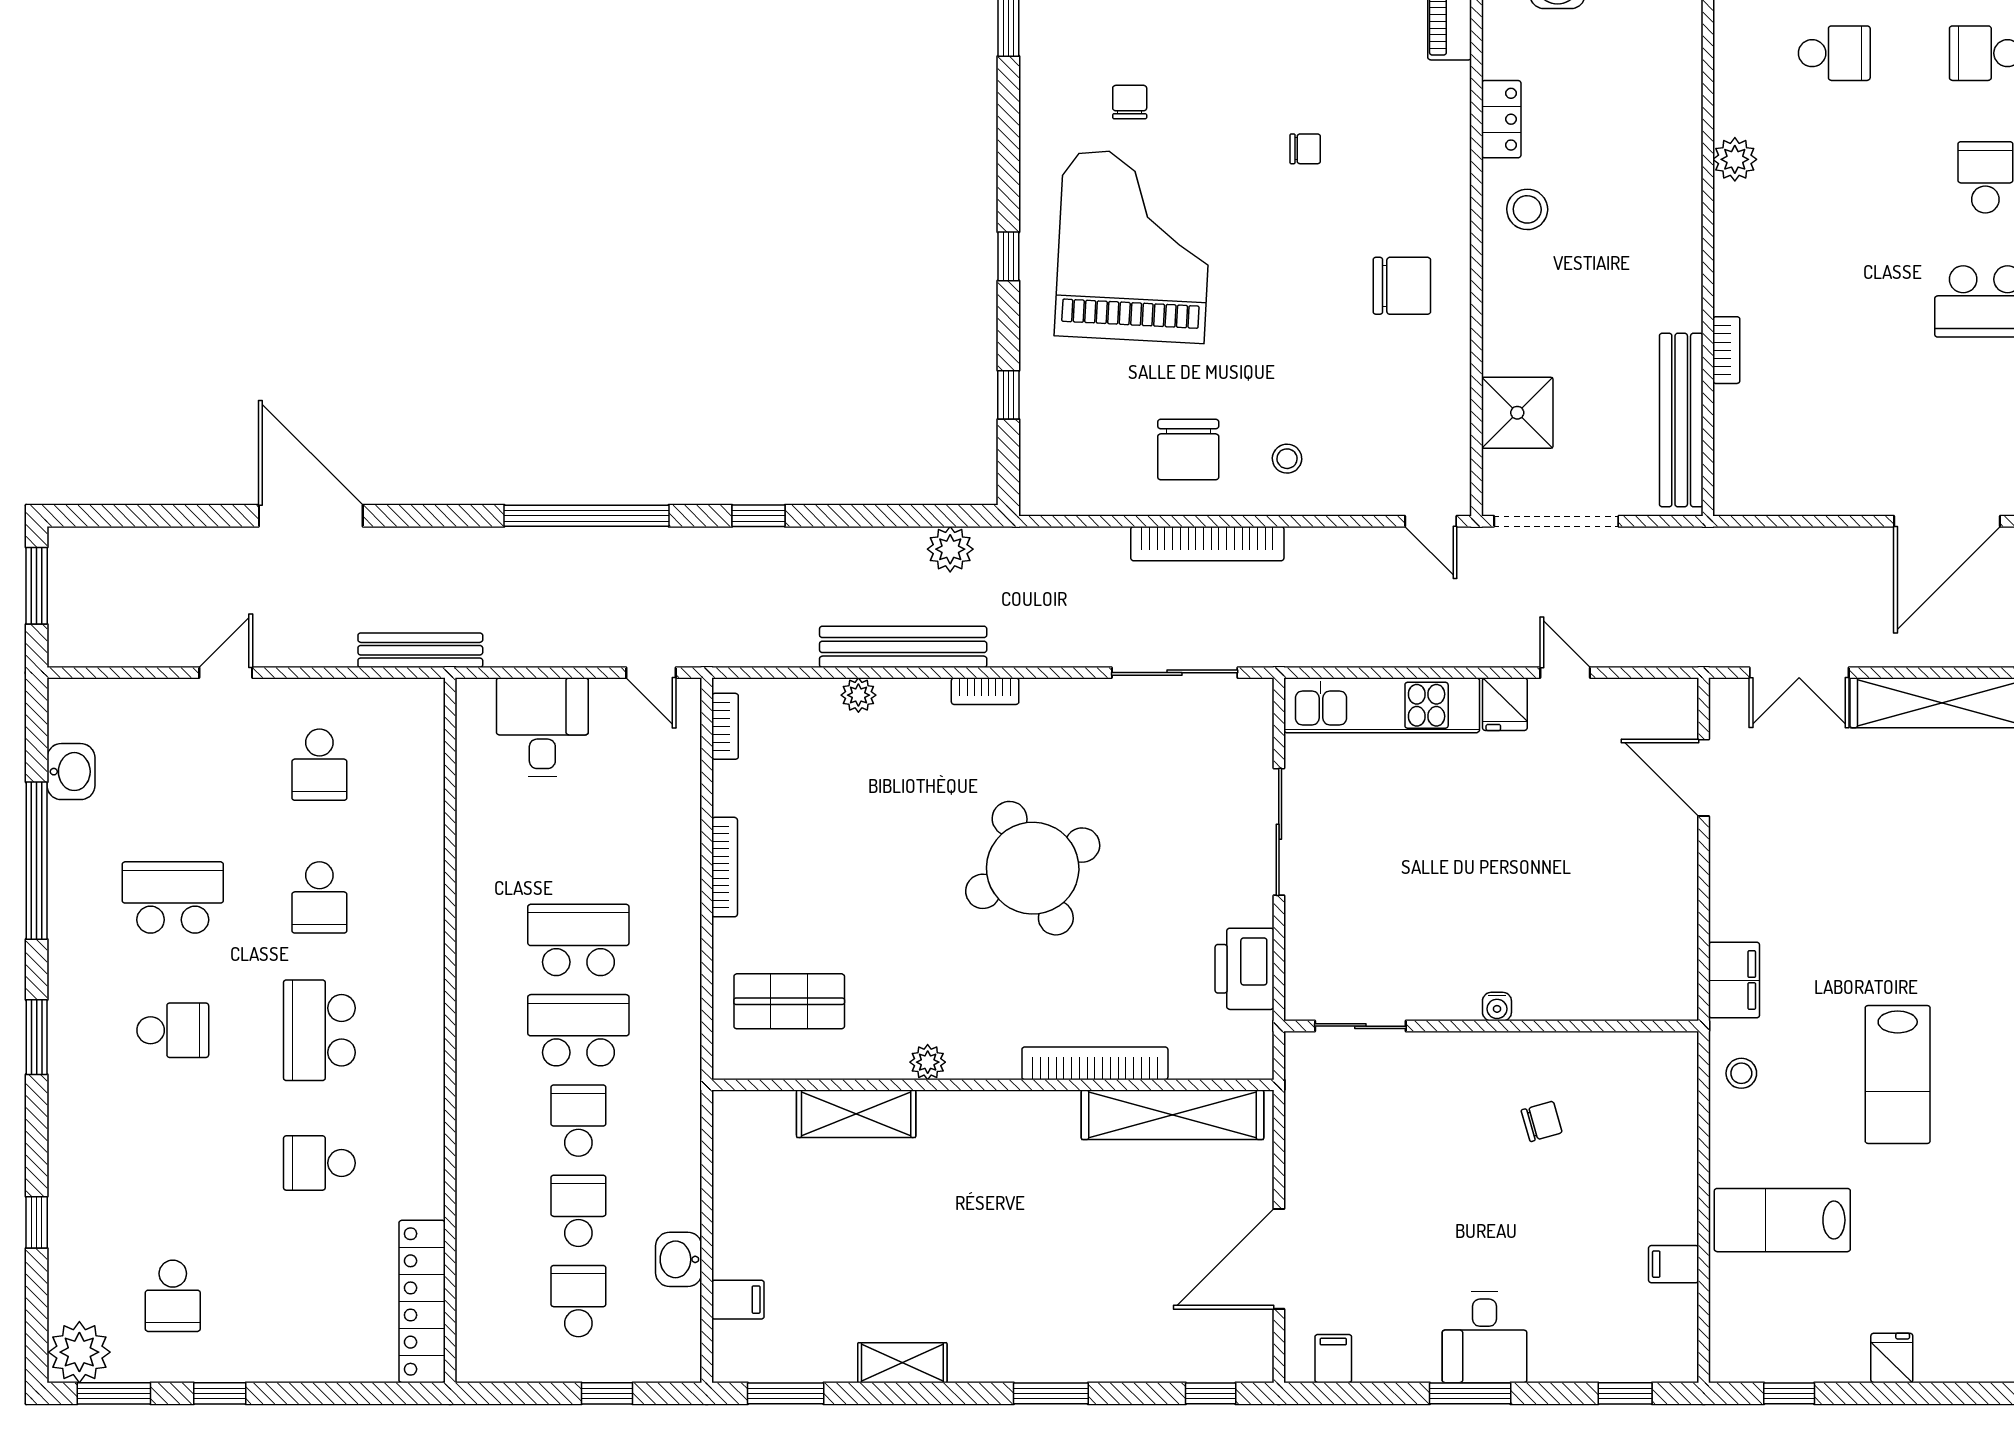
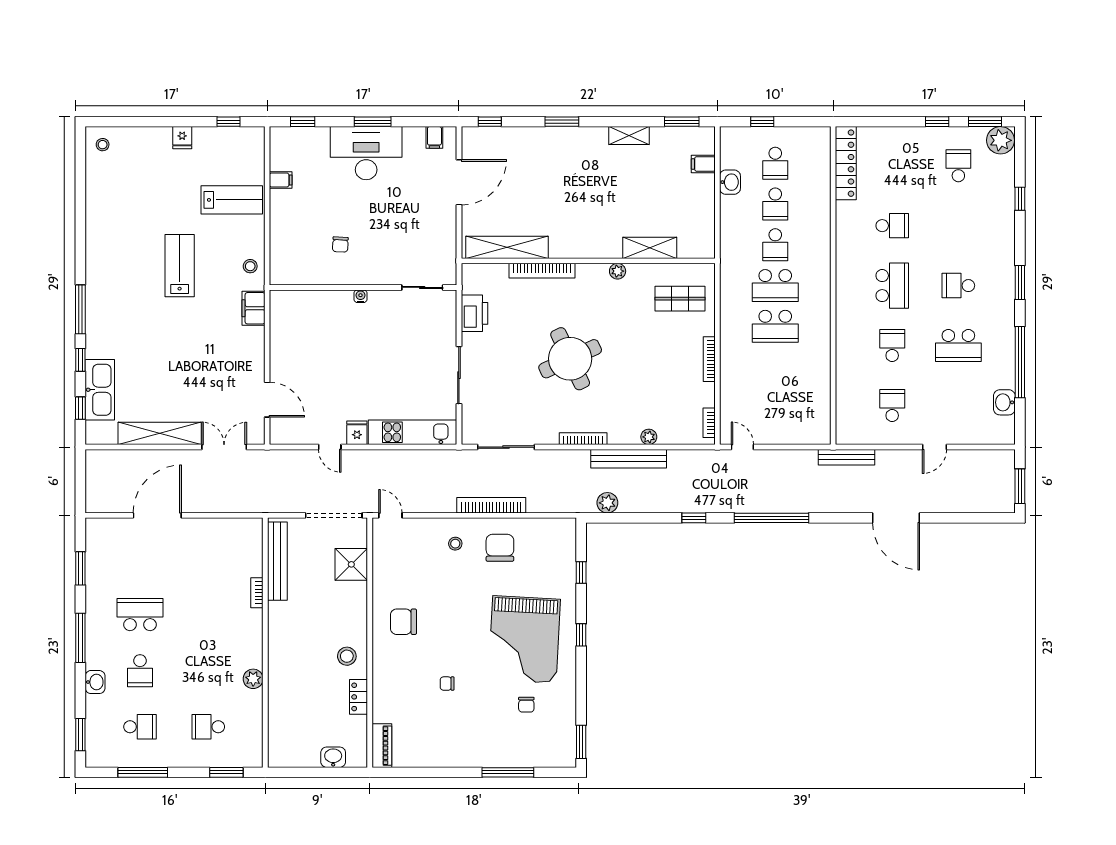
bookcase: (985, 691) -> (583, 439), width x1.56
desk: (542, 727) -> (792, 422), removed
chair: (1542, 1121) -> (340, 244), turned -71
desk: (1485, 1337) -> (366, 153), width x1.87, depth x1.30

